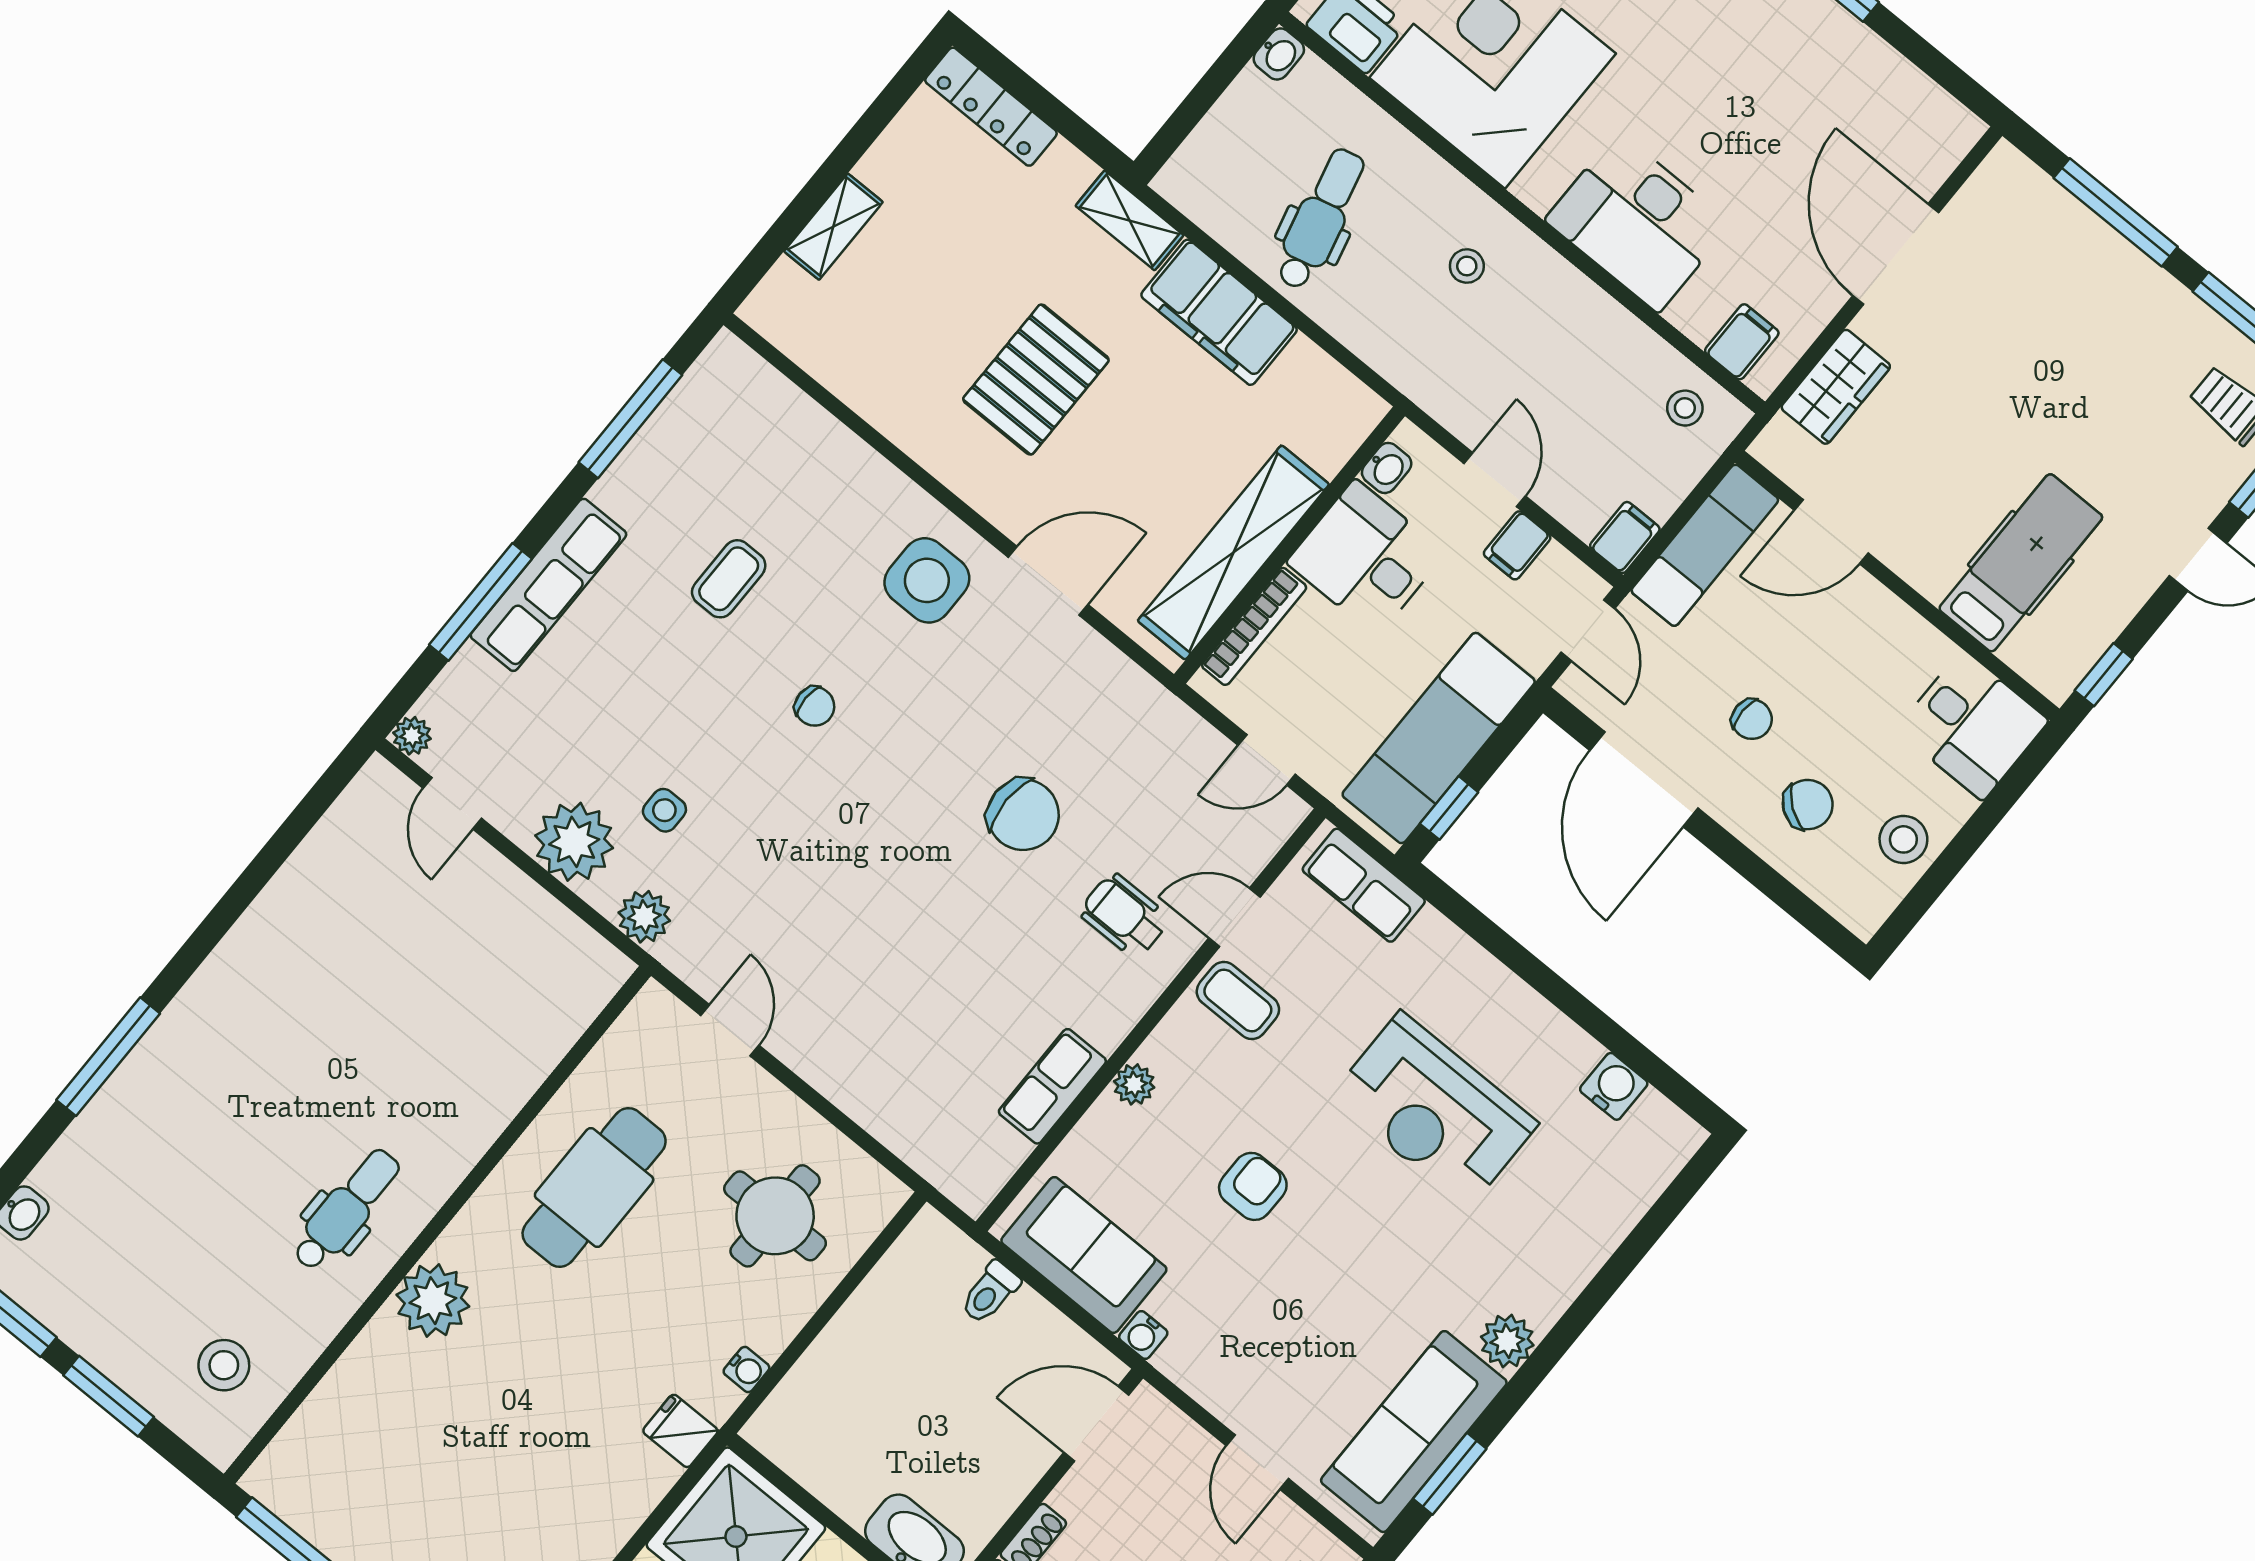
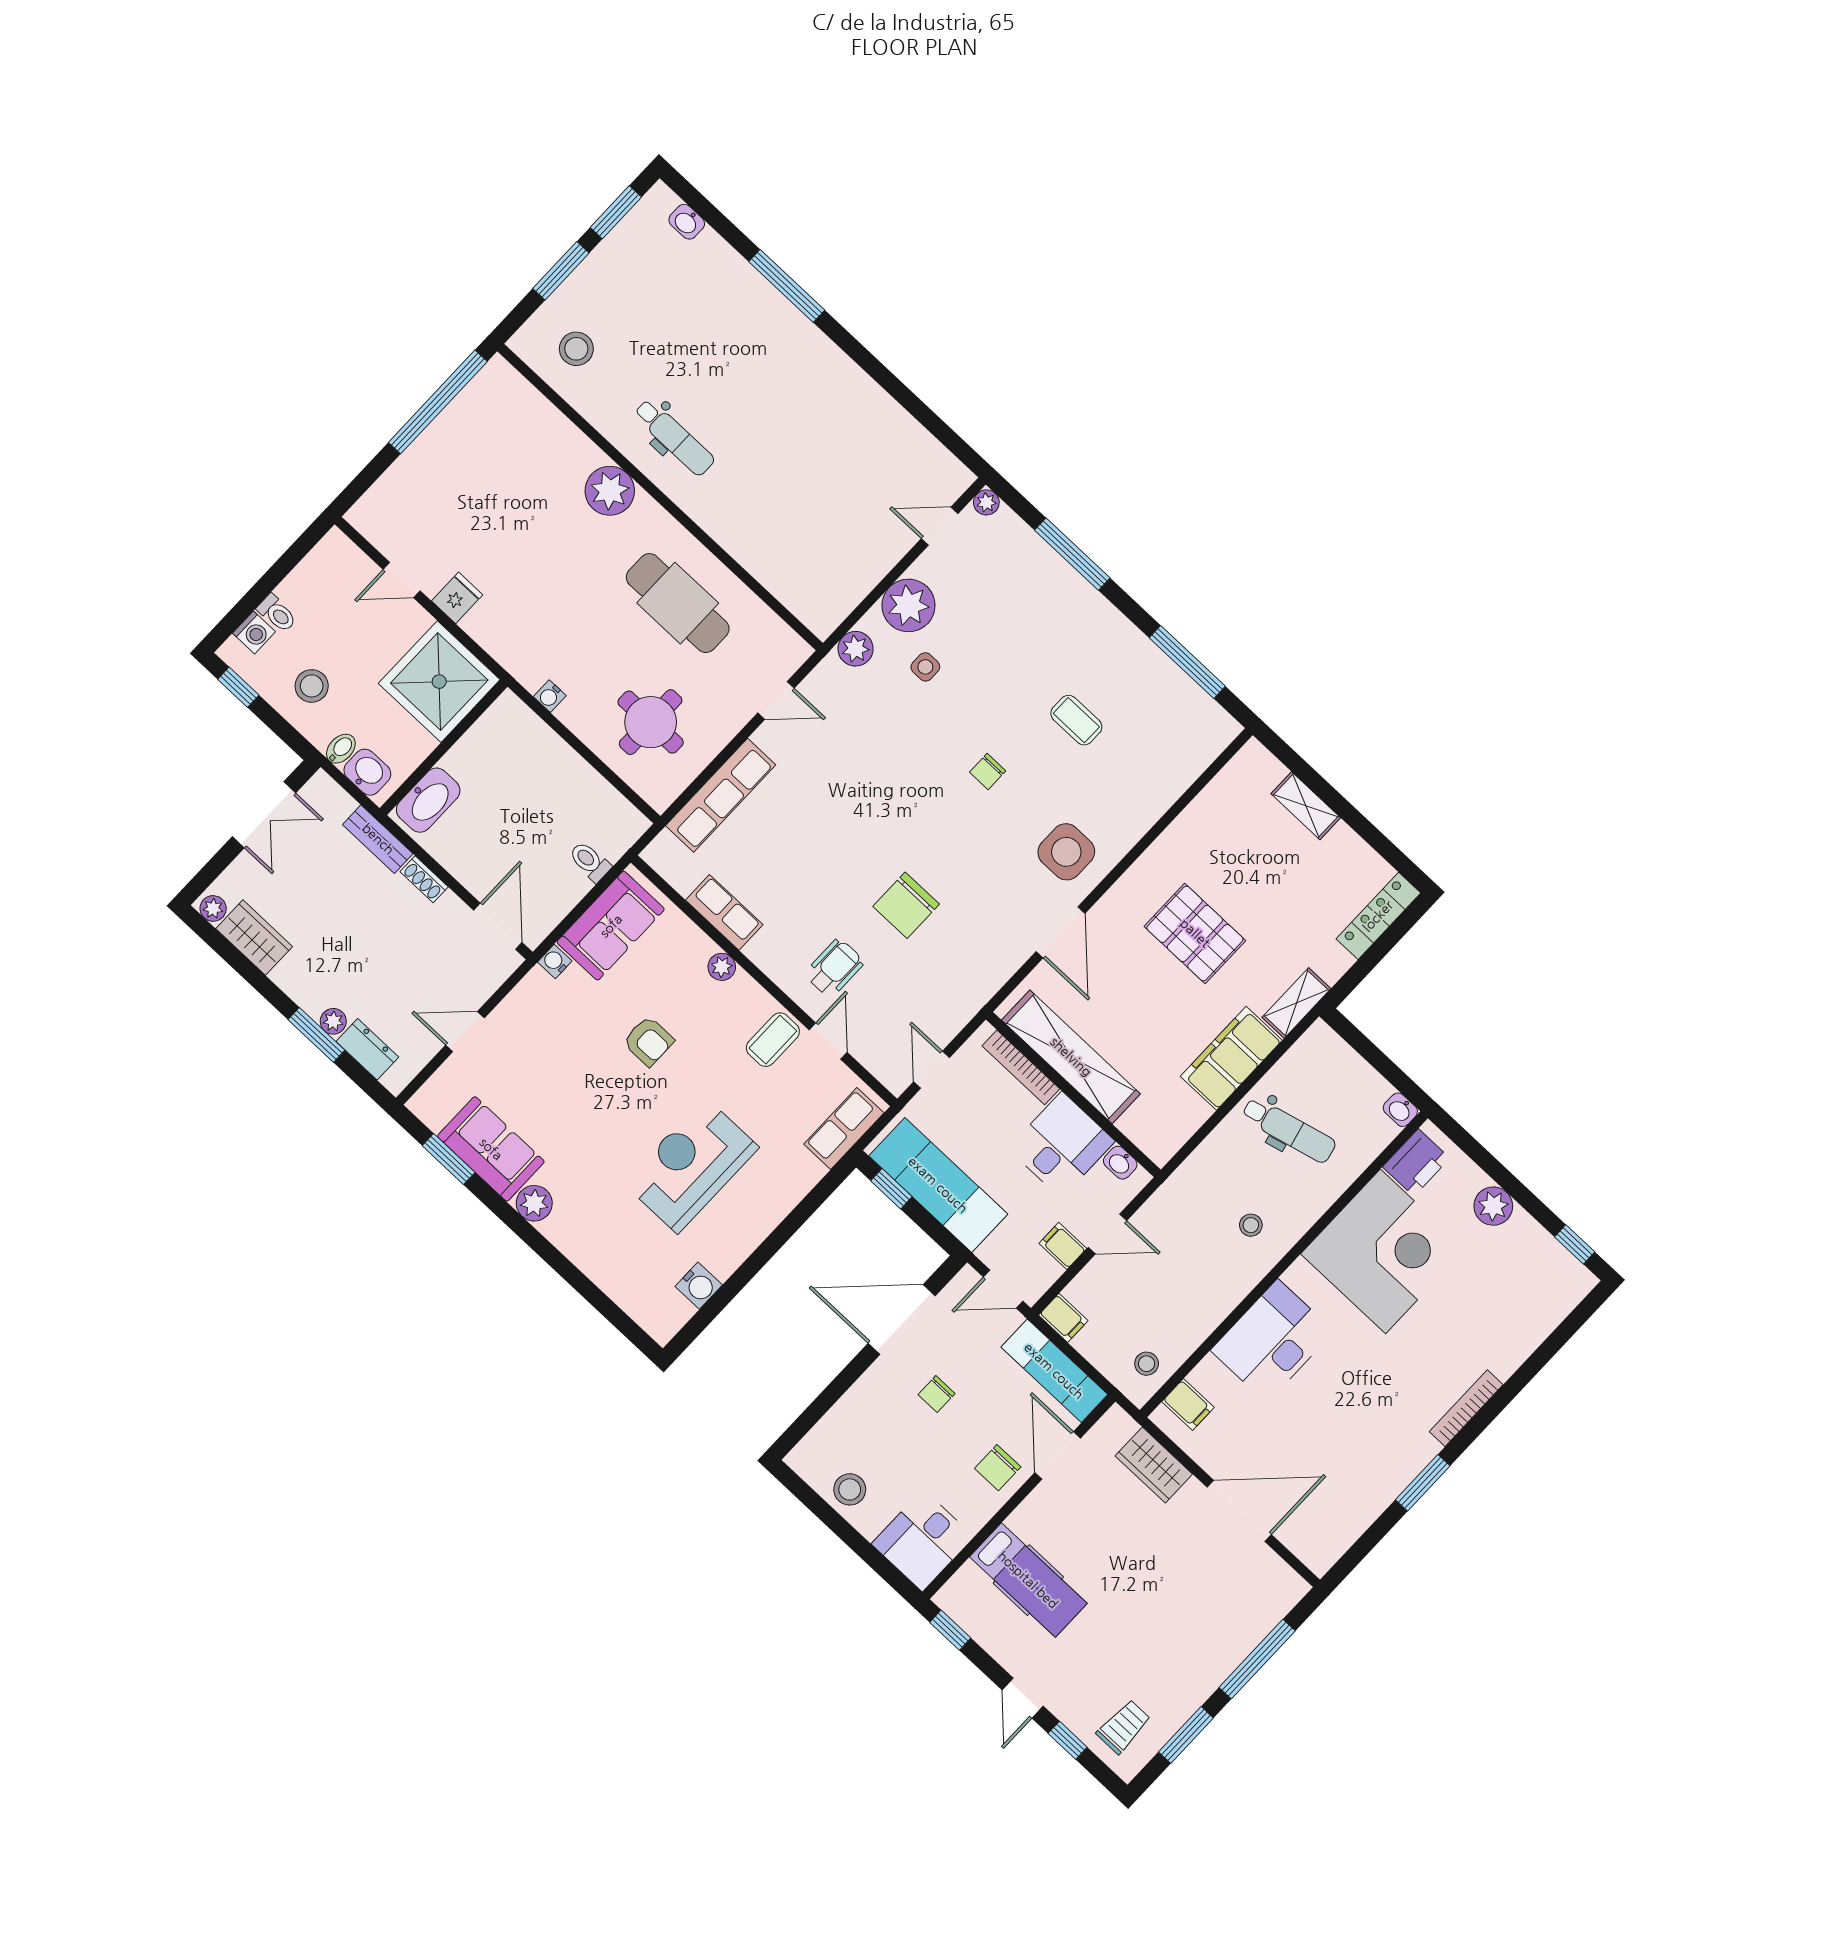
row of seats: (548, 585) -> (721, 795), moved, turned -90
chair: (1808, 805) -> (998, 1468), moved, turned 54
fridge: (680, 1431) -> (457, 598), moved
sofa: (1414, 1432) -> (491, 1149), width x0.73

